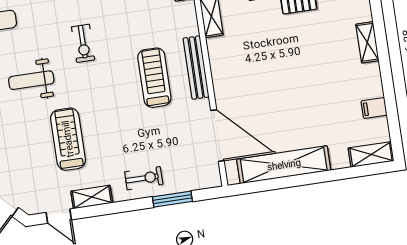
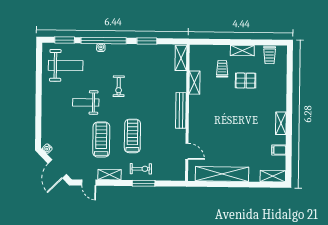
shelving: (367, 42) -> (281, 123), moved
treadmill: (154, 78) -> (132, 136), moved
door: (217, 136) -> (187, 151), width x0.53
window: (172, 199) -> (144, 183), moved

